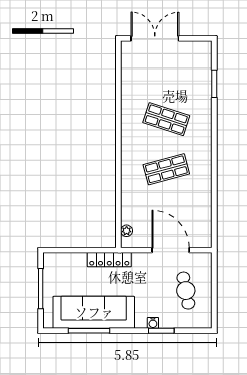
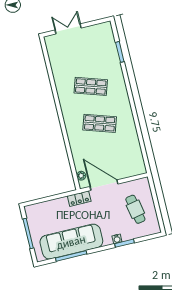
double door: (155, 38) -> (68, 29), width x0.73
shop shelf: (166, 169) -> (100, 123), turned 33
door: (171, 250) -> (104, 185), moved
locker: (109, 260) -> (79, 199), width x0.66

